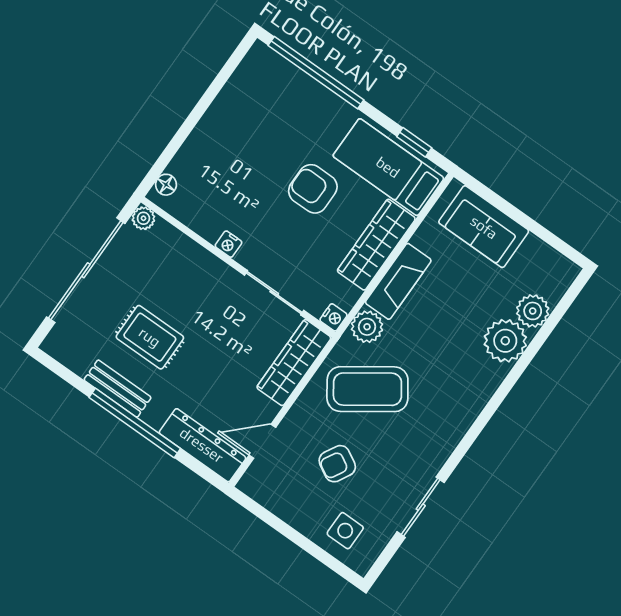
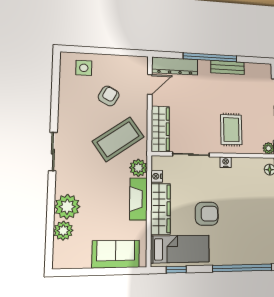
nightstand: (333, 317) -> (157, 176), moved
rug: (150, 337) -> (231, 130), moved, turned 90
sliding door: (421, 507) -> (53, 152), moved

